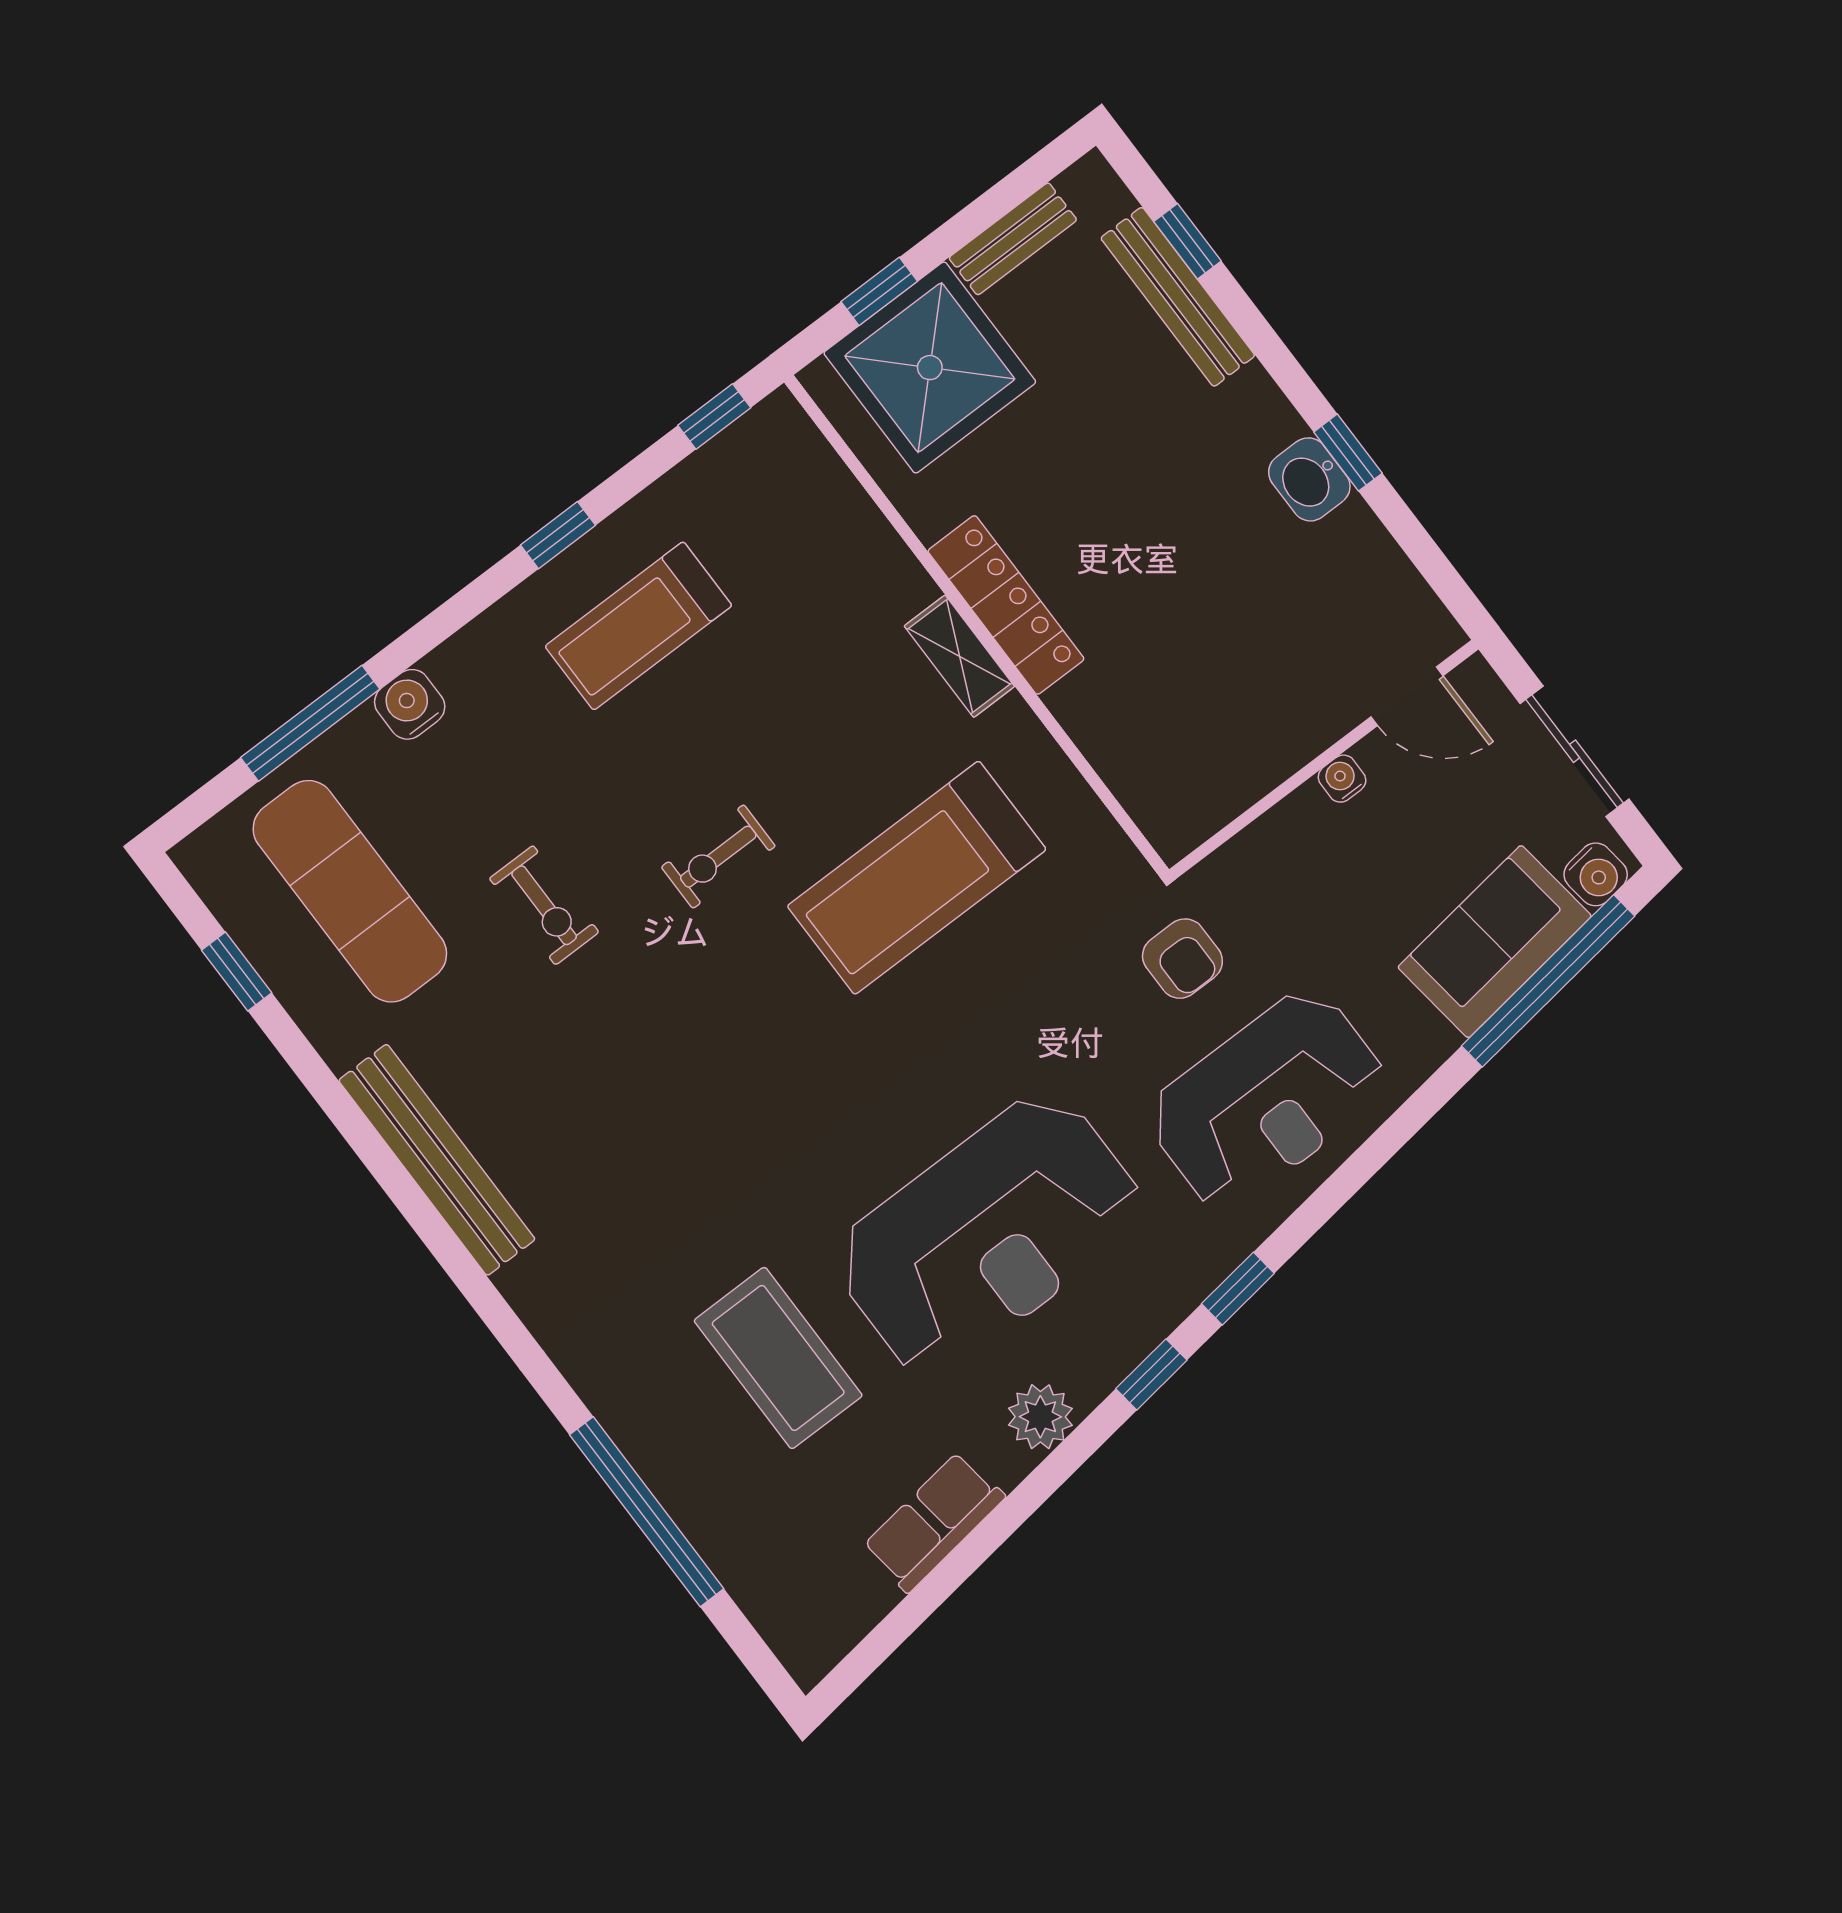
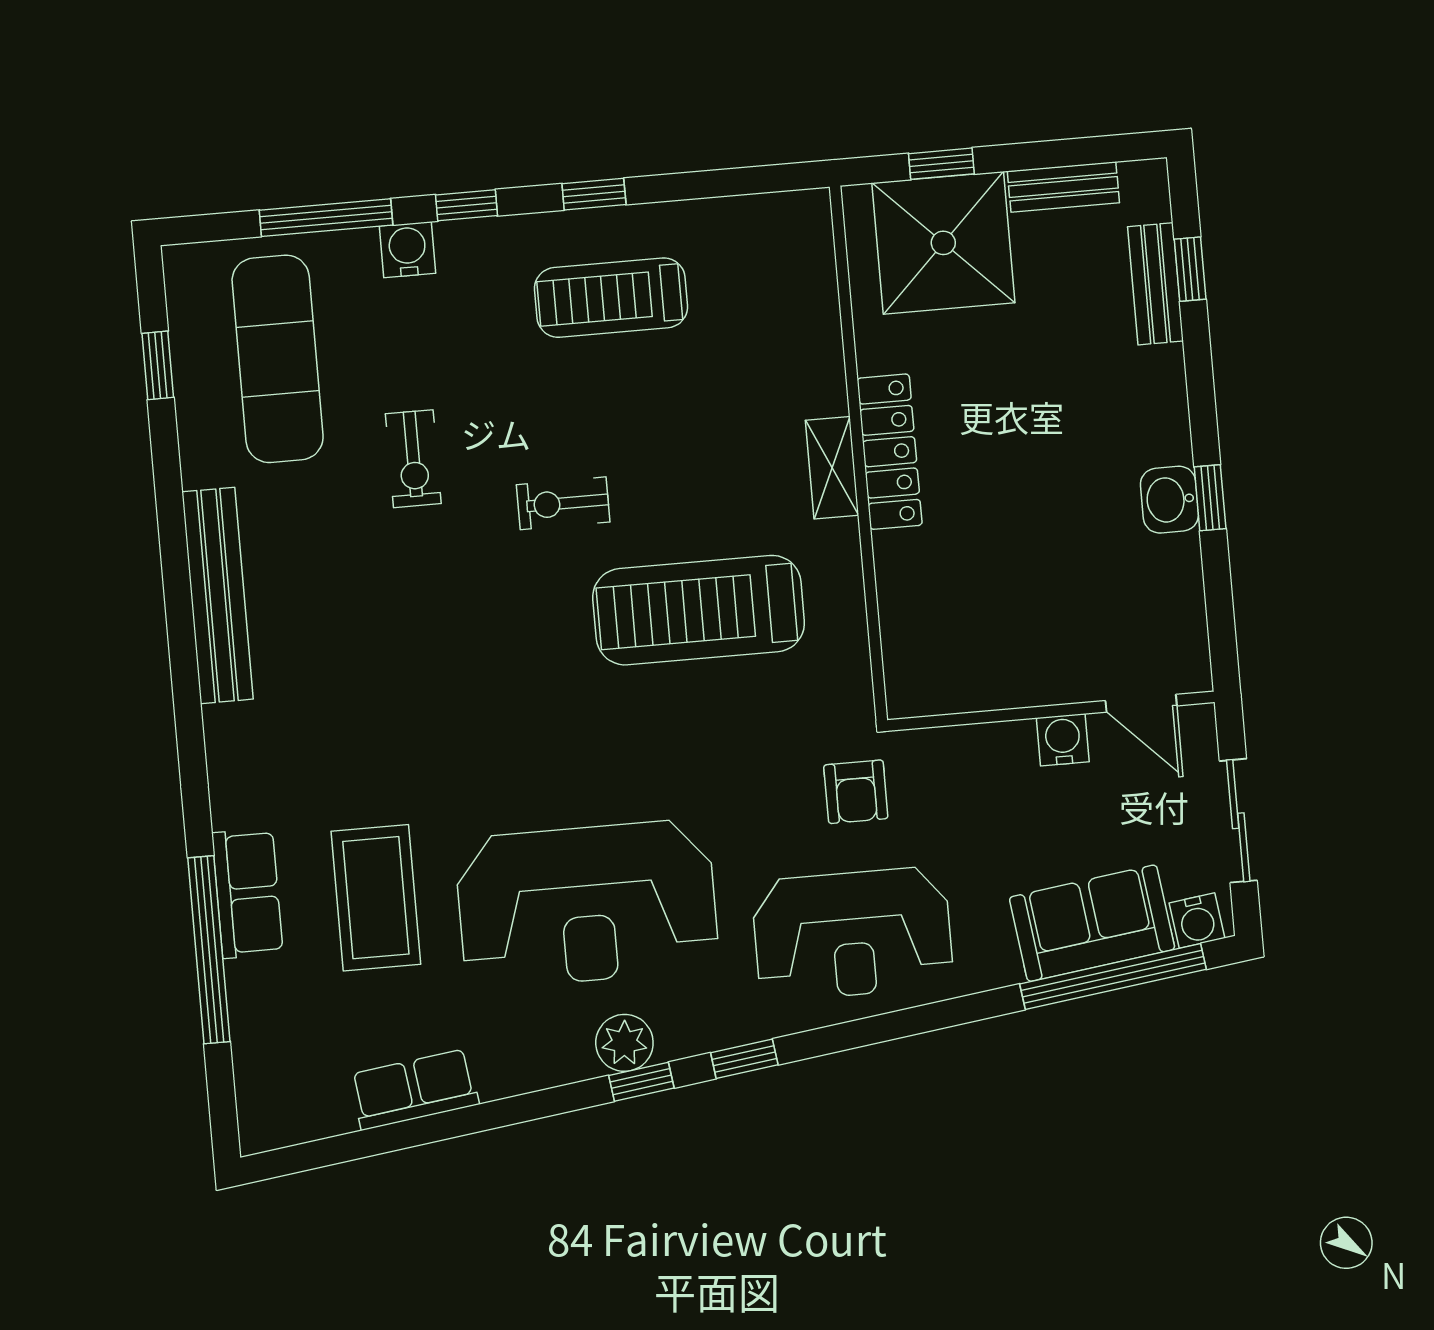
bench: (1178, 297) -> (1155, 284), width x0.73
window: (714, 416) -> (466, 205), moved
water cooler: (1342, 779) -> (1063, 740), width x1.38, depth x1.38
plant: (1040, 1417) -> (624, 1043), moved
row of seats: (650, 1433) -> (247, 893), added

